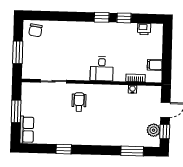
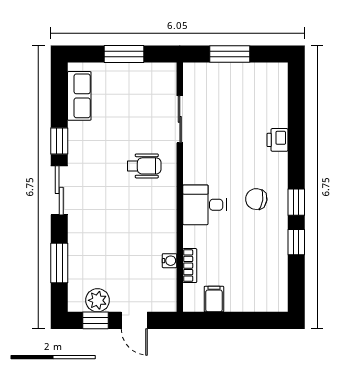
printer: (144, 29) -> (277, 140), moved
chair: (35, 30) -> (256, 199), moved
row of seats: (27, 130) -> (79, 96), moved, turned -90
sliding door: (91, 150) -> (59, 190), added

